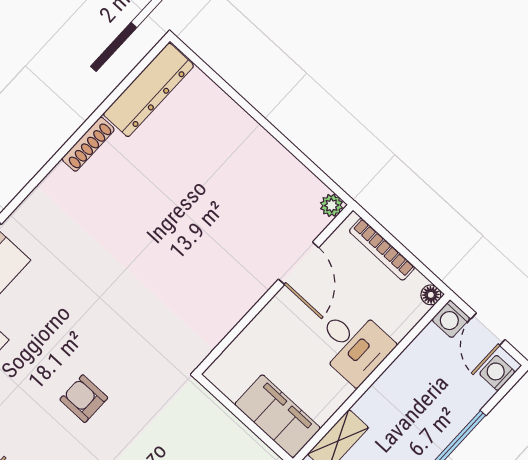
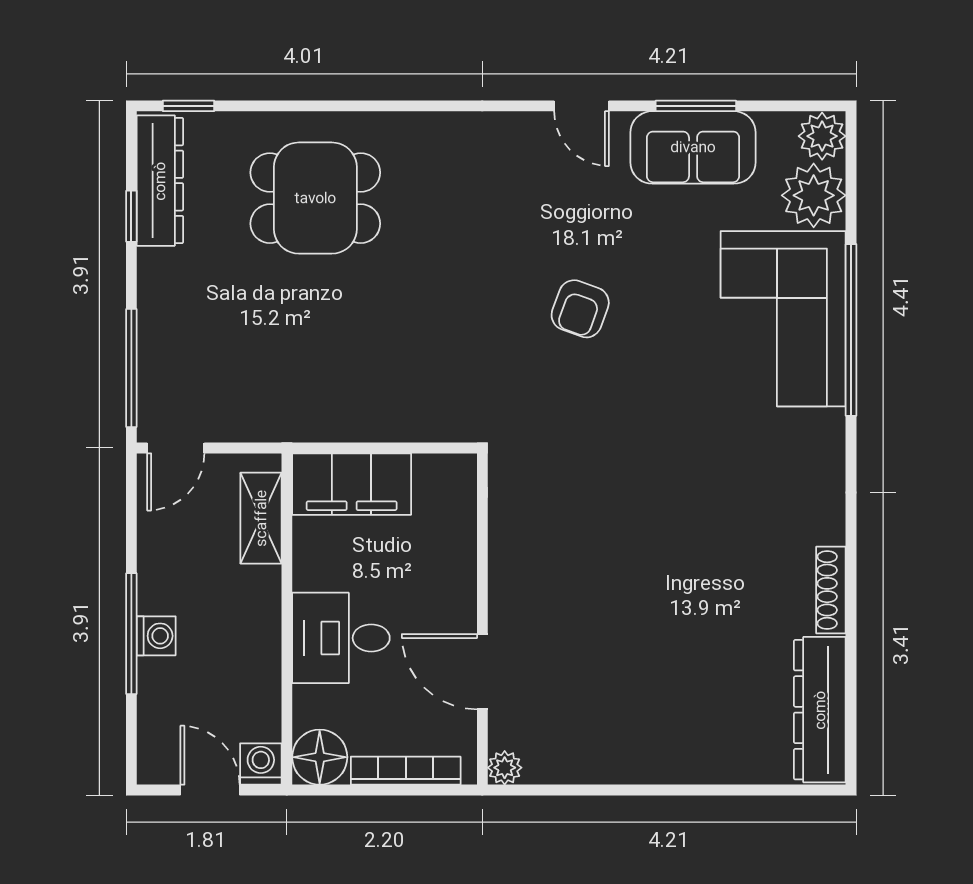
floor lamp: (431, 295) -> (320, 757), width x1.89, depth x1.89
washing machine: (497, 373) -> (156, 636), moved
armchair: (84, 399) -> (580, 309), turned 110

